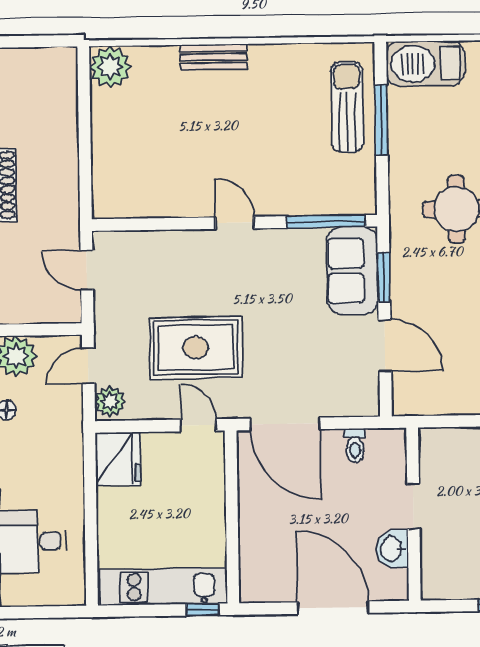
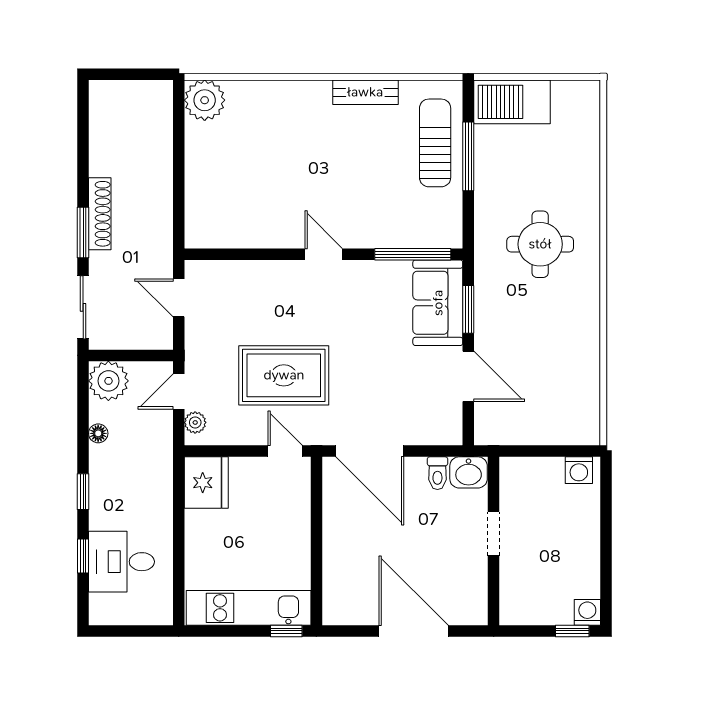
bench: (214, 57) -> (365, 92), moved
plant: (110, 402) -> (195, 422), width x0.73, depth x0.73
washbasin: (392, 549) -> (469, 472), moved, turned -90

